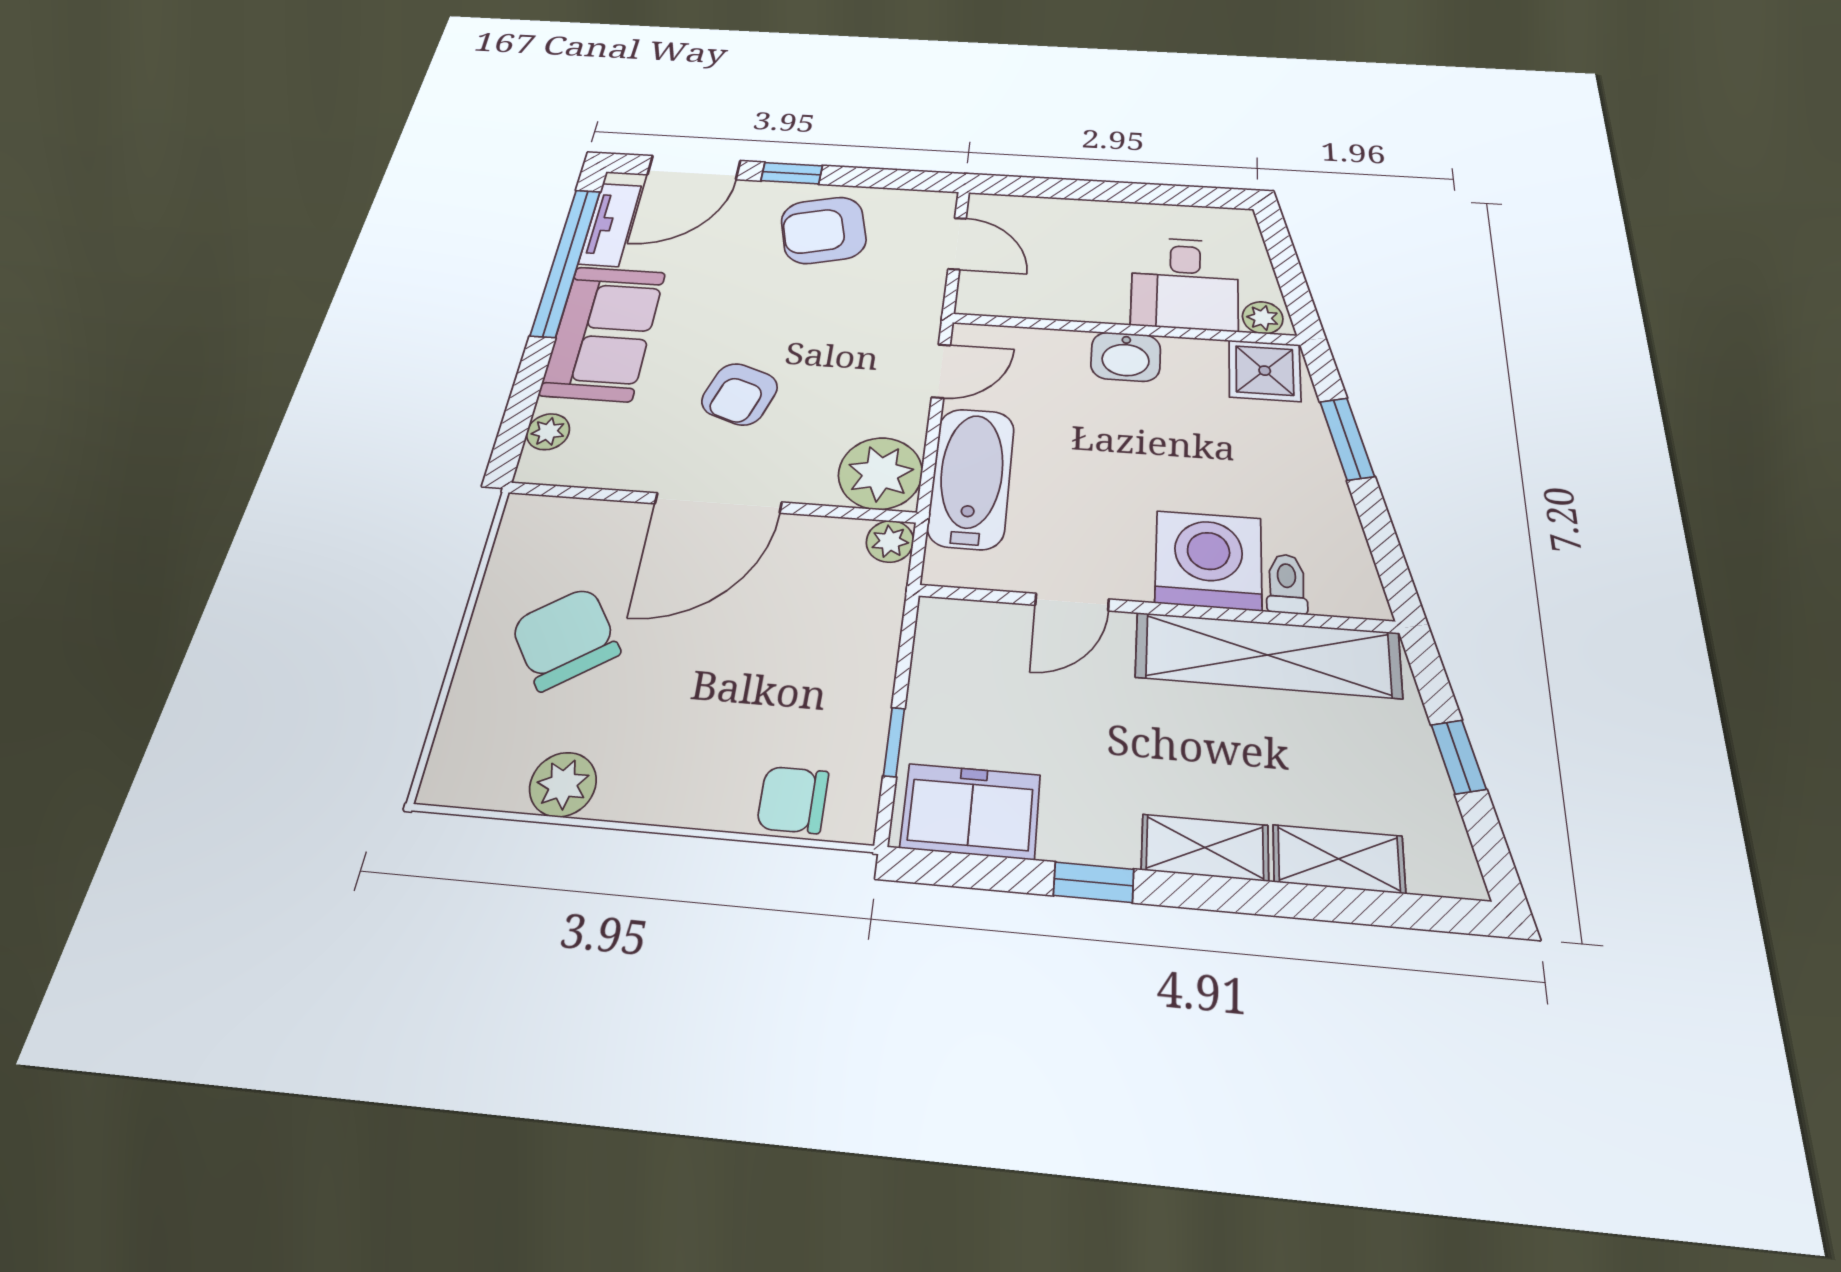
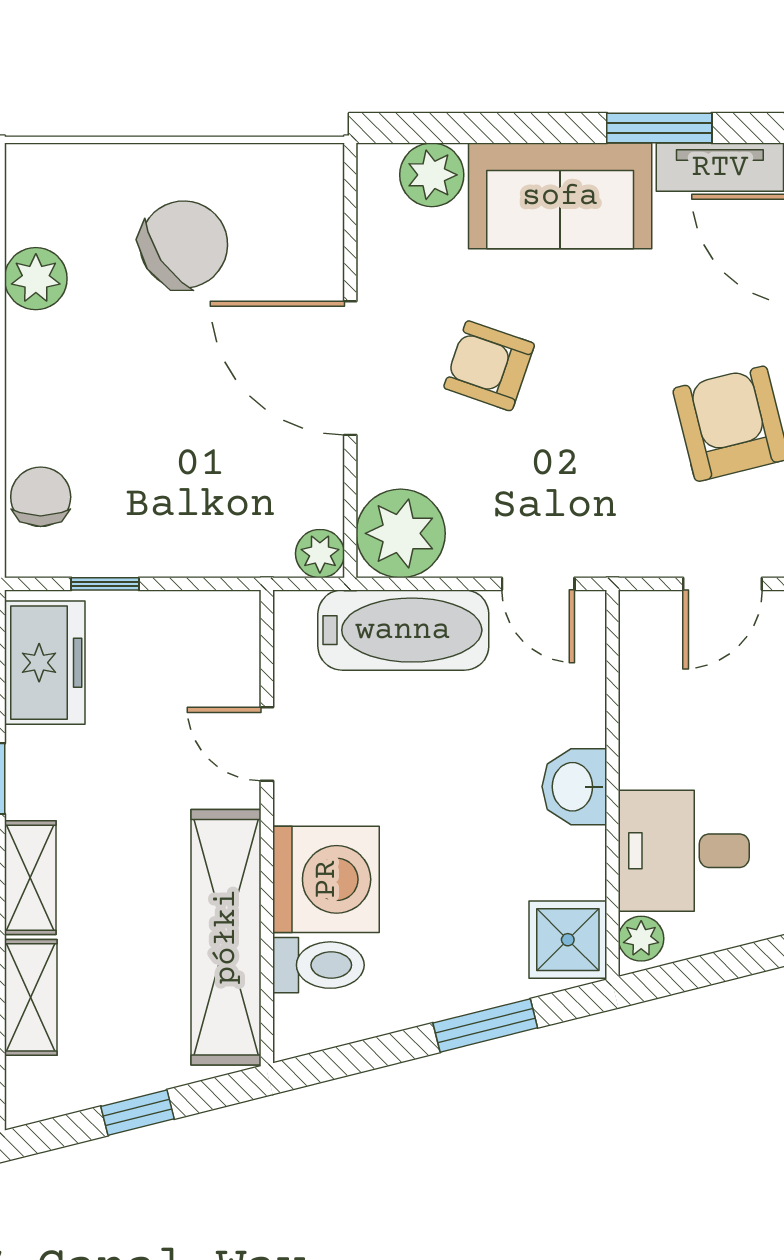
window: (566, 262) -> (659, 128), width x0.47
plant: (548, 432) -> (432, 175), width x1.38, depth x1.38
toilet: (1287, 584) -> (318, 965), width x1.37, depth x1.39

